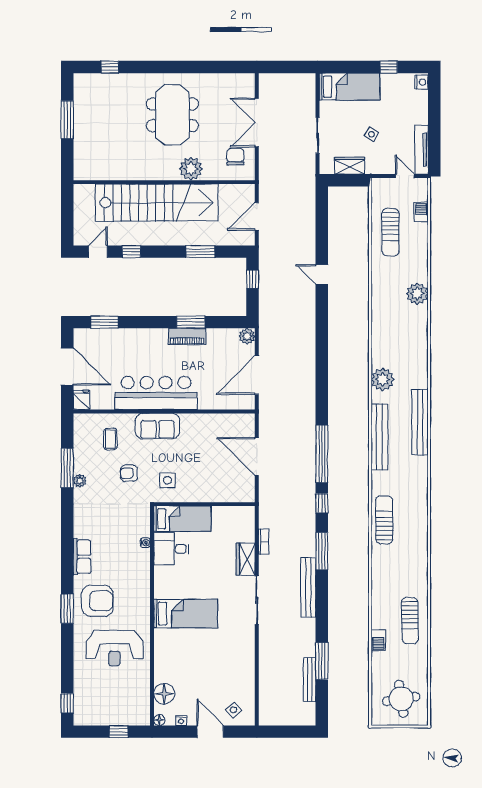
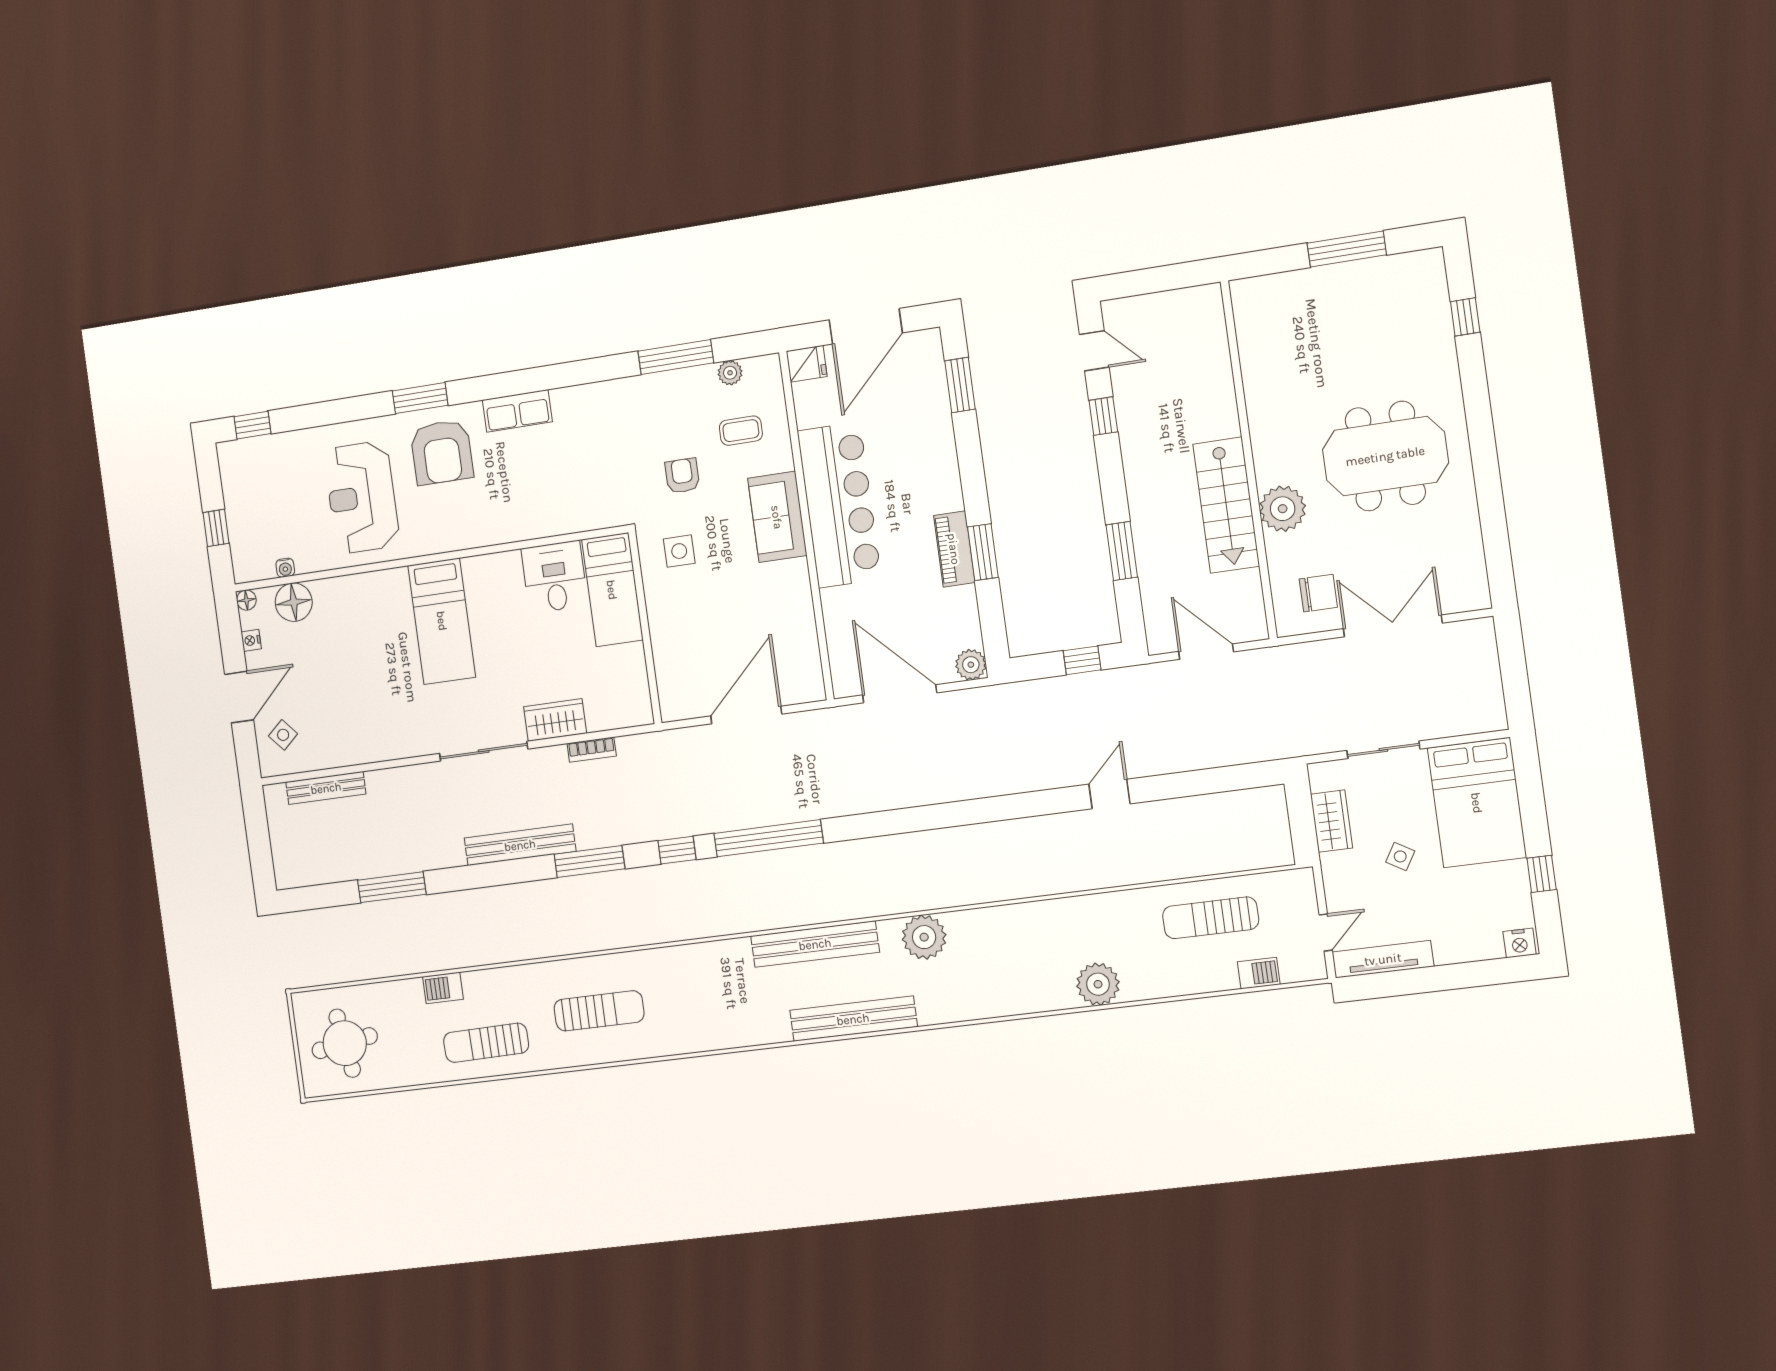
bed: (350, 87) -> (1477, 803), width x1.50
stairs: (157, 203) -> (1226, 505), width x0.54, depth x0.66
plant: (80, 481) -> (730, 373), moved
sun lounger: (384, 520) -> (599, 1011), moved
water cooler: (145, 543) -> (285, 568), moved
bench: (310, 680) -> (326, 788), moved

